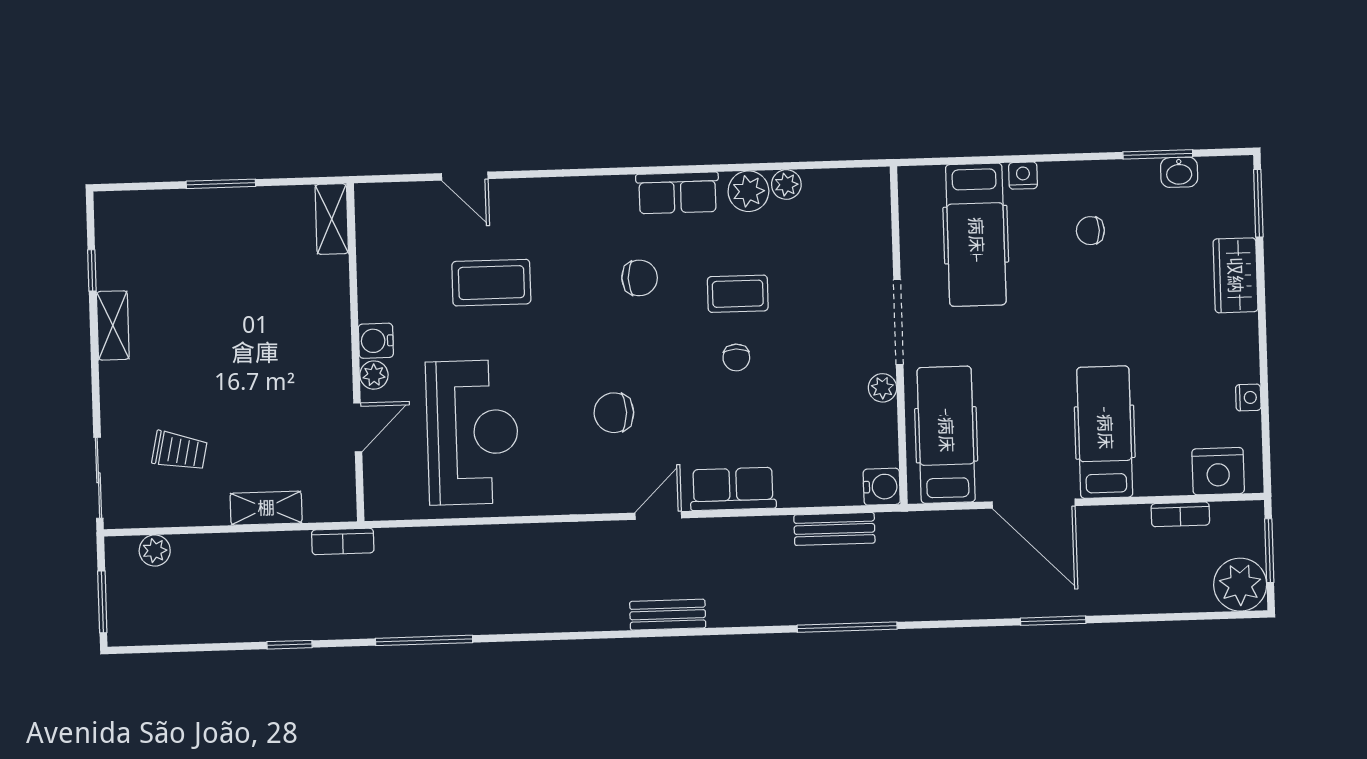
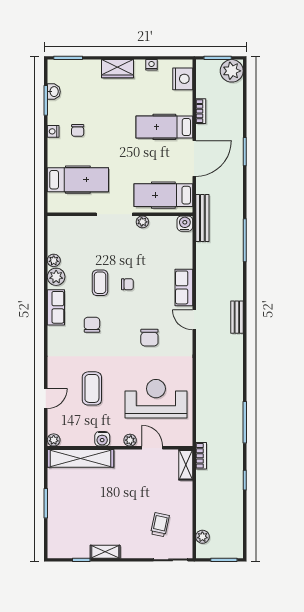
nightstand: (1023, 176) -> (53, 131), moved
plant: (369, 197) -> (54, 440), added
shelving: (332, 219) -> (80, 458), width x2.20, depth x1.33
wardrobe: (1235, 275) -> (118, 69), moved
water cooler: (376, 341) -> (102, 439), moved
shelving: (266, 508) -> (186, 465), moved
bookcase: (1180, 514) -> (201, 111), moved
bench: (834, 529) -> (202, 218), moved, width x1.36

